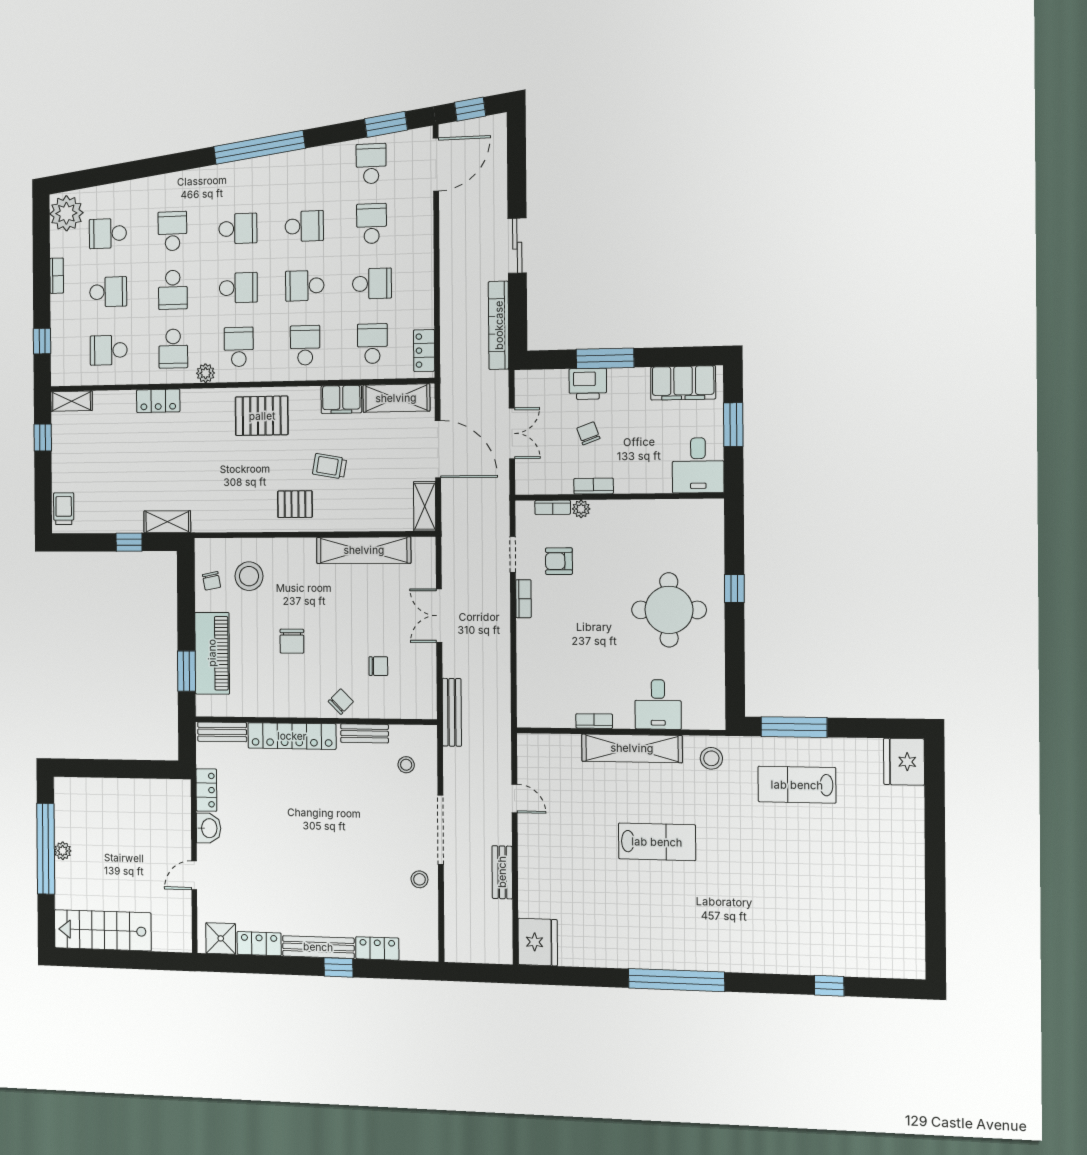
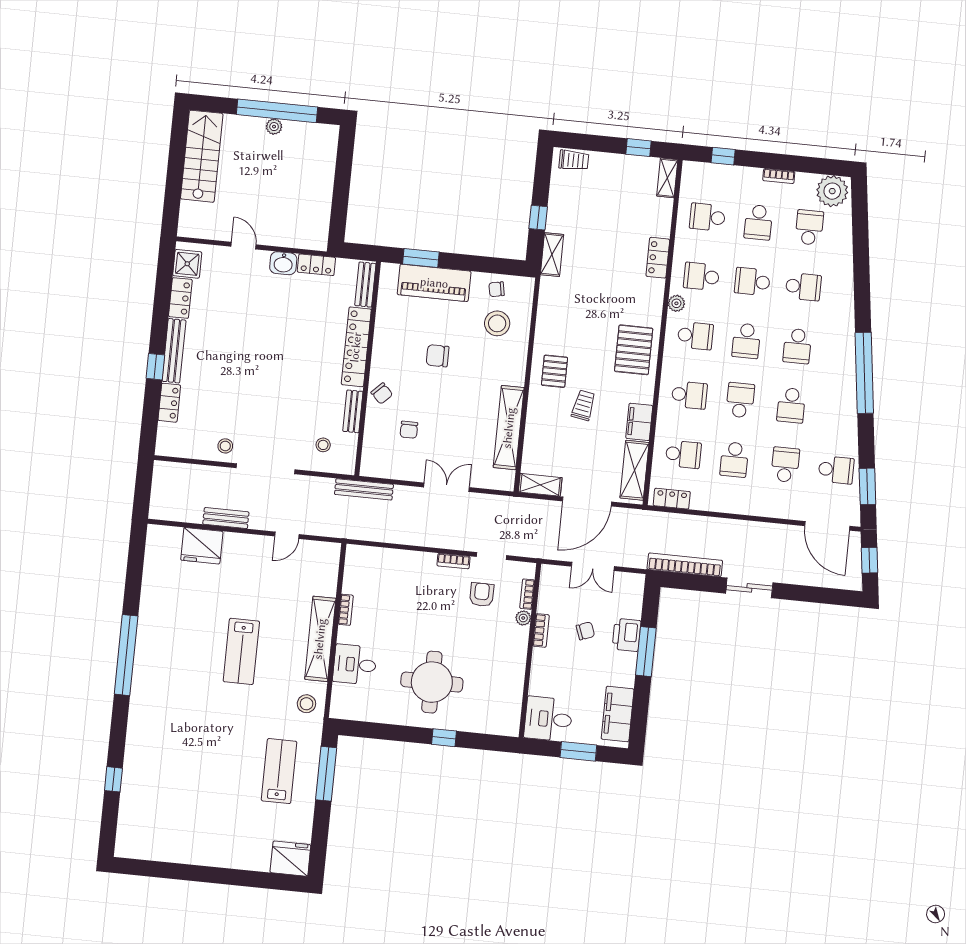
school desk: (372, 224) -> (785, 465), turned -90
school desk: (109, 350) -> (707, 217), turned -90
fridge: (538, 942) -> (202, 546), moved

